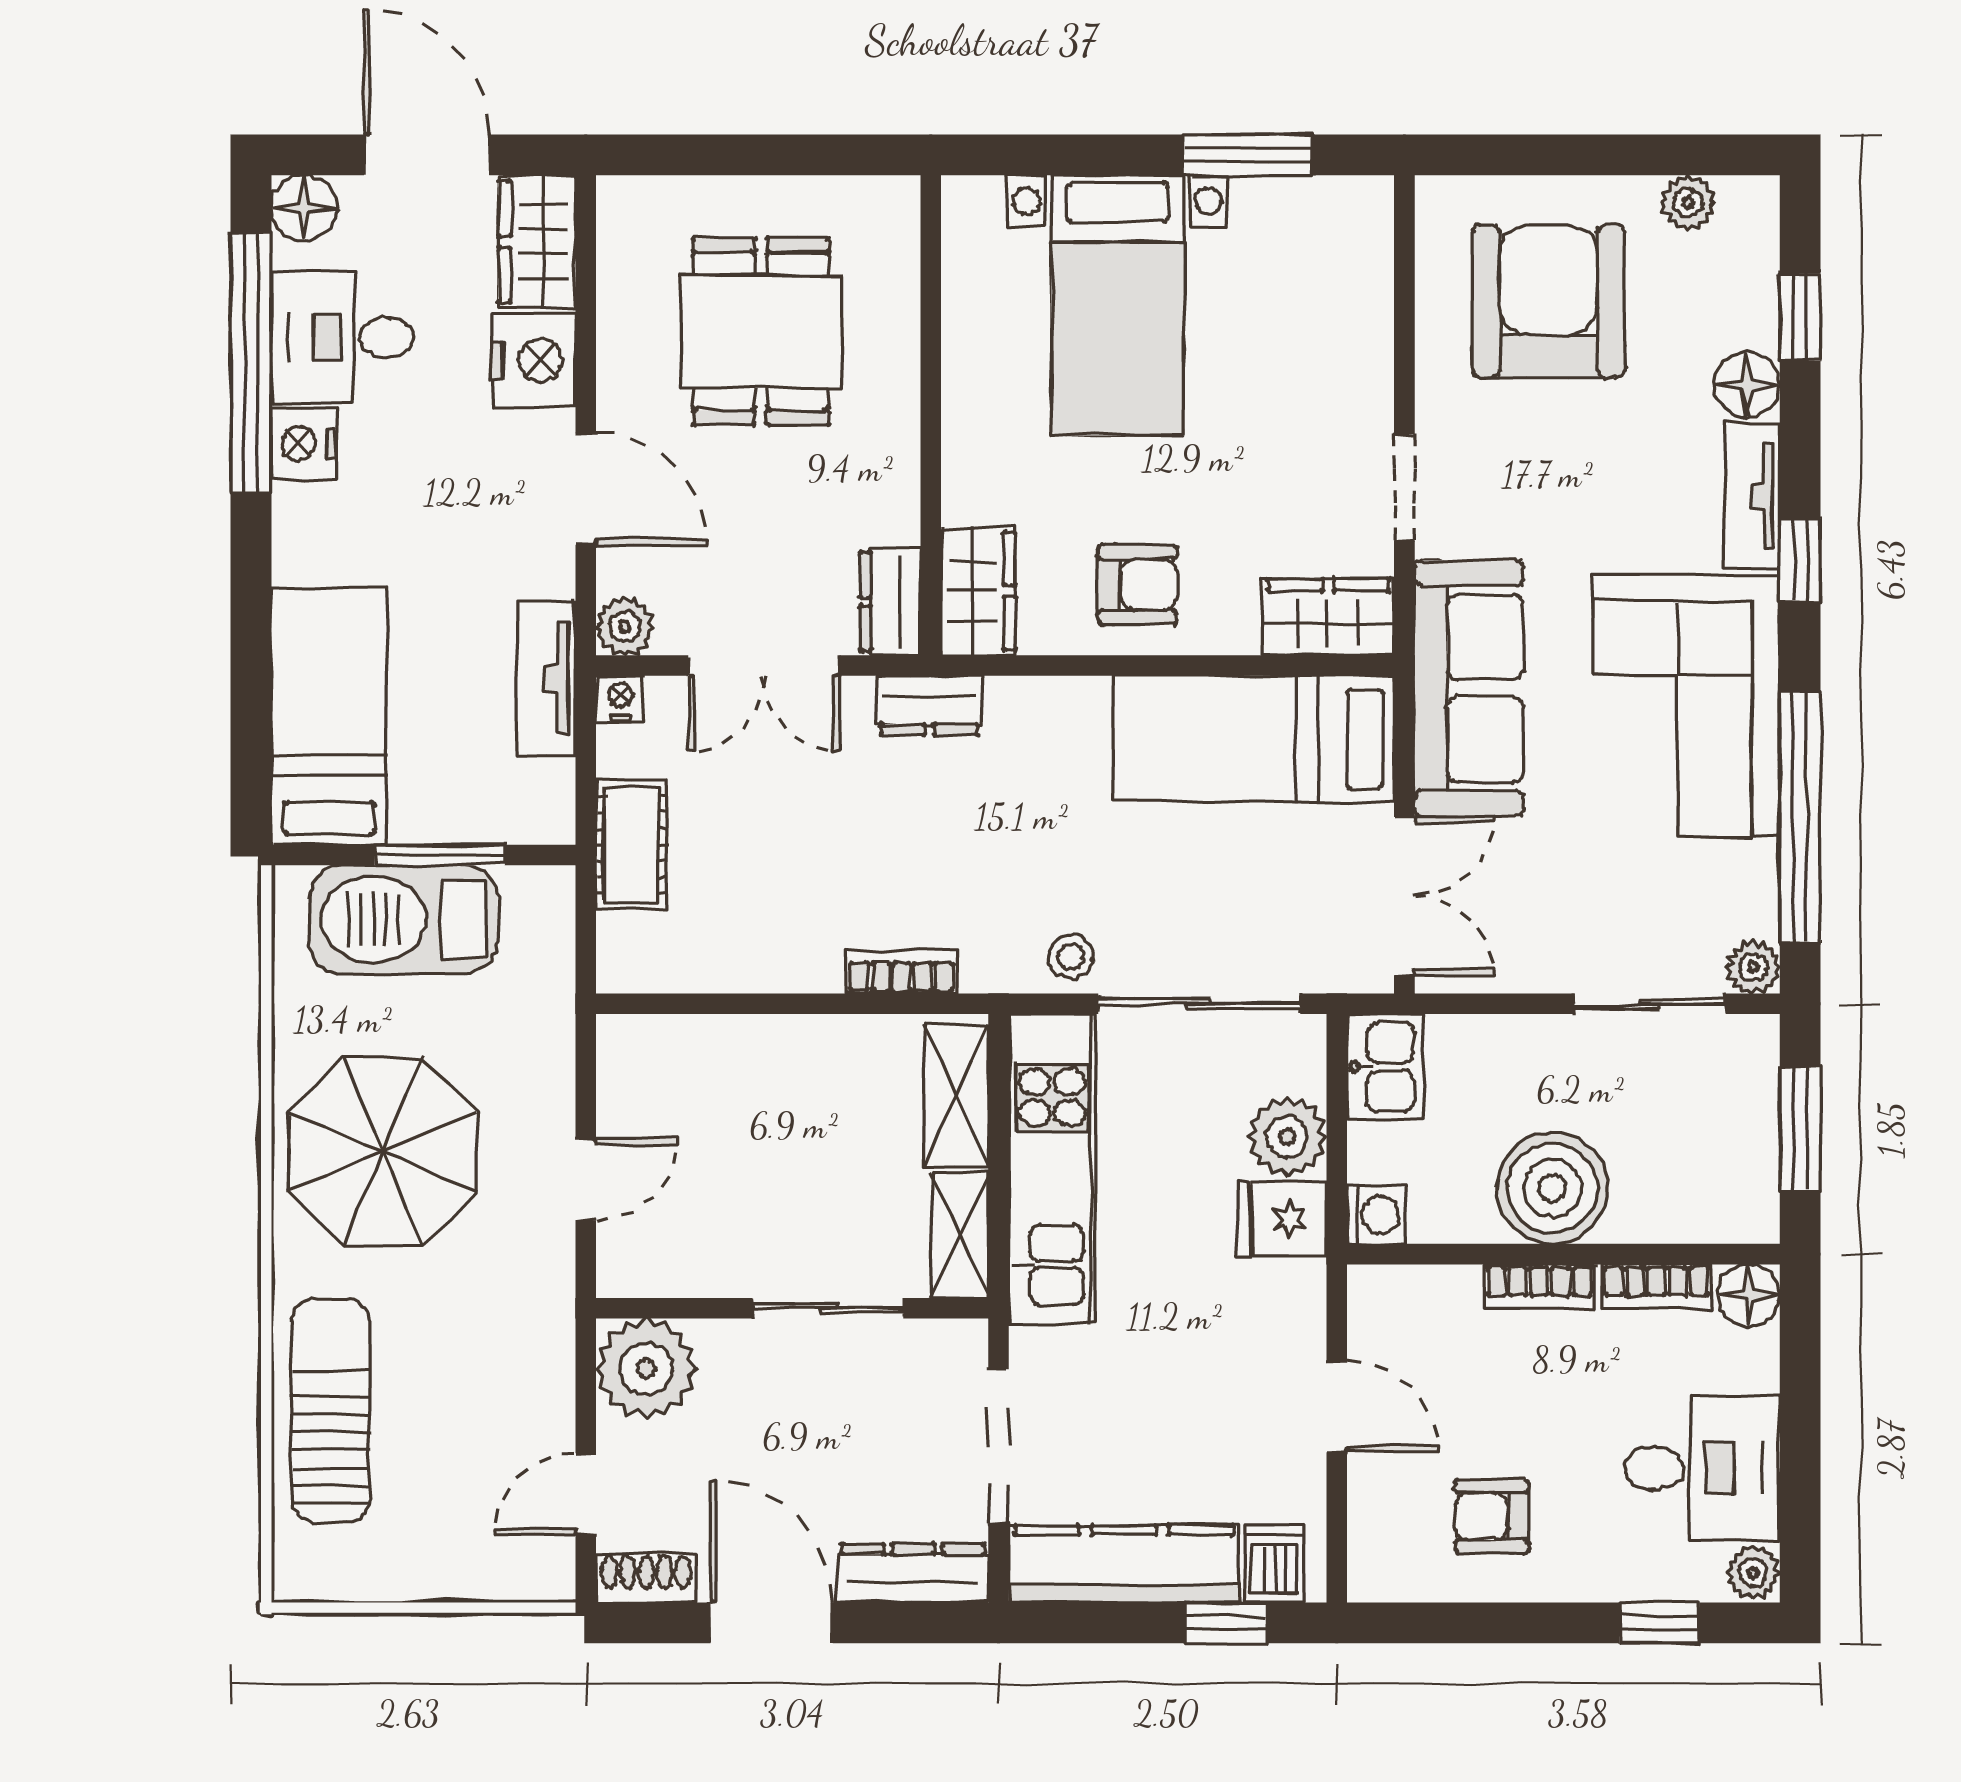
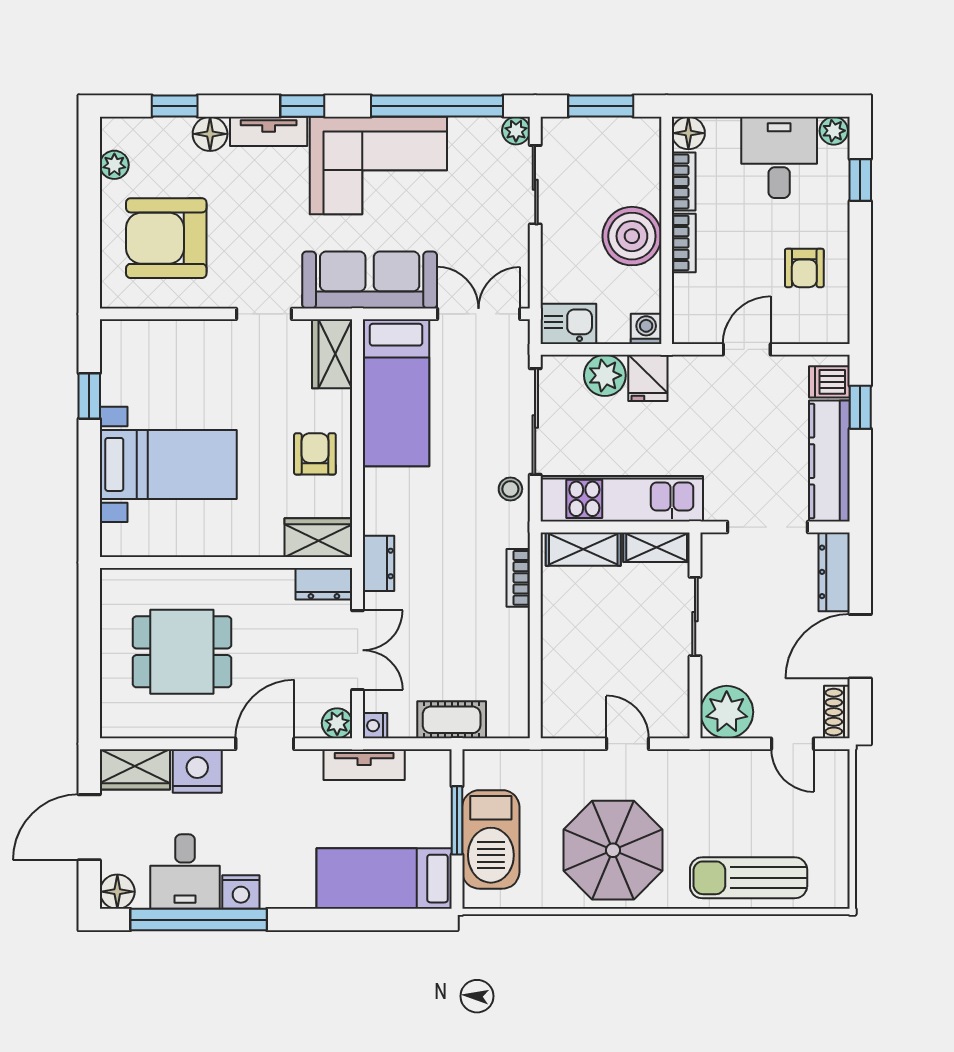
window: (1248, 155) -> (89, 396), width x0.67

